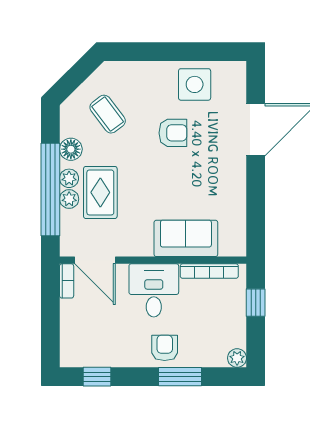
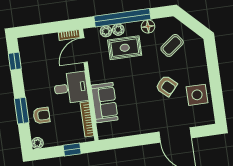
armchair: (173, 133) -> (166, 86), turned -48
plant: (69, 178) -> (106, 31), moved
armchair: (165, 348) -> (41, 115), moved

